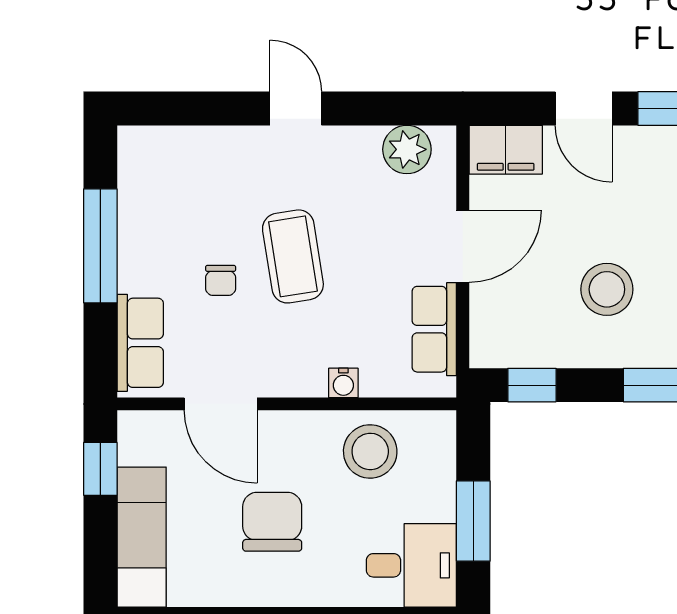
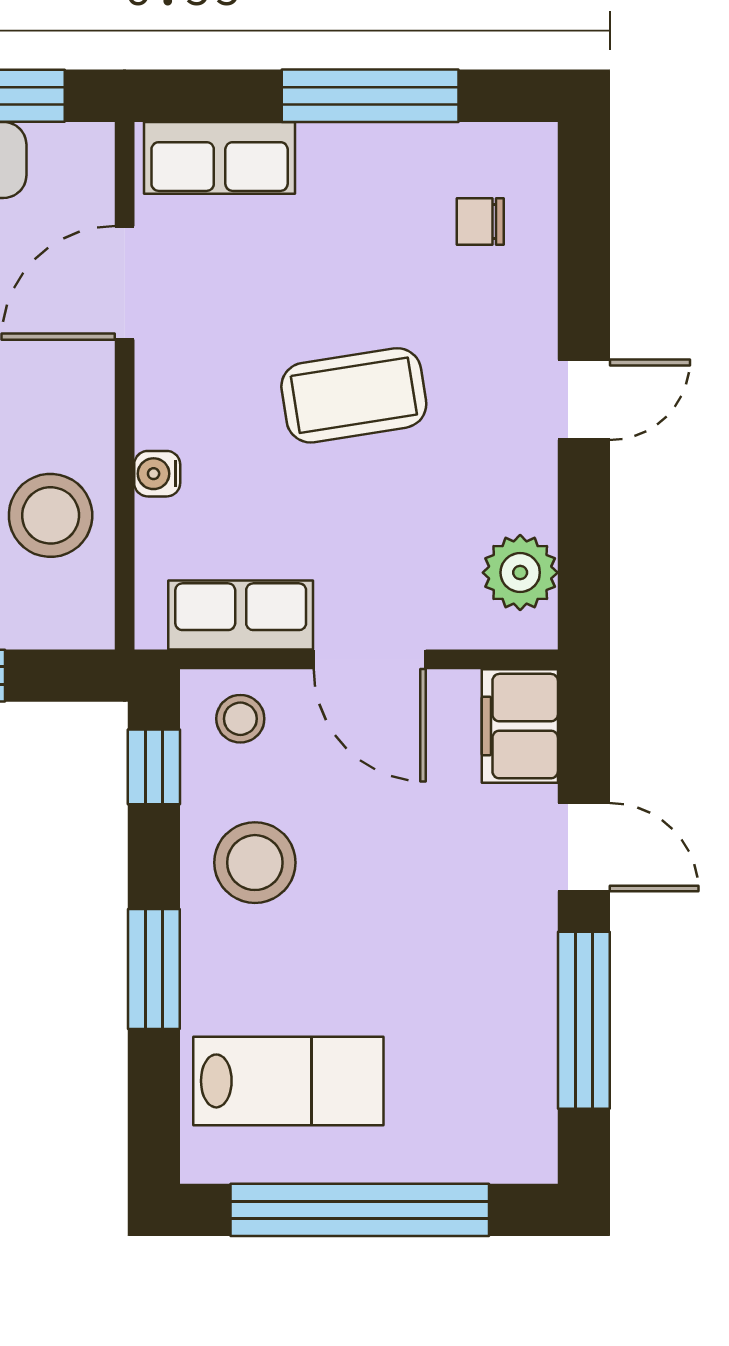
door: (584, 109) -> (584, 847), swing flipped
chair: (221, 280) -> (480, 222), moved
stool: (607, 289) -> (255, 863), moved
stool: (501, 329) -> (240, 719), added

